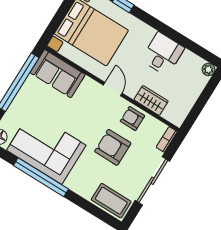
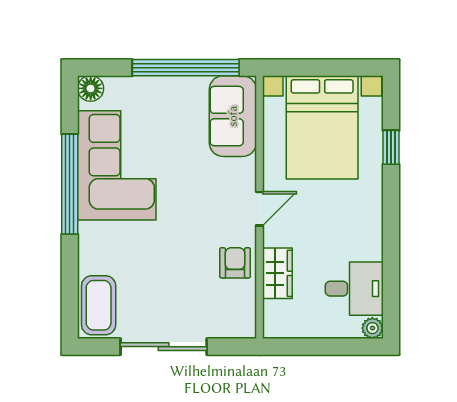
desk: (163, 54) -> (354, 289), moved
bookcase: (167, 139) -> (235, 330), removed
armchair: (113, 147) -> (176, 260), removed

